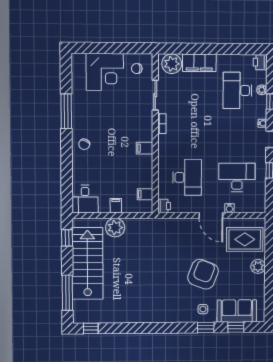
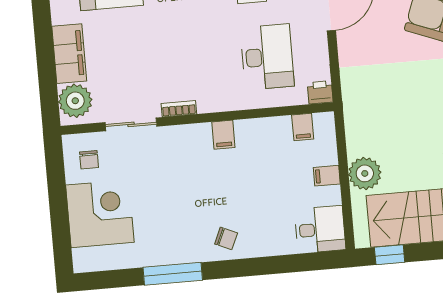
desk: (187, 177) -> (267, 57), turned 90

